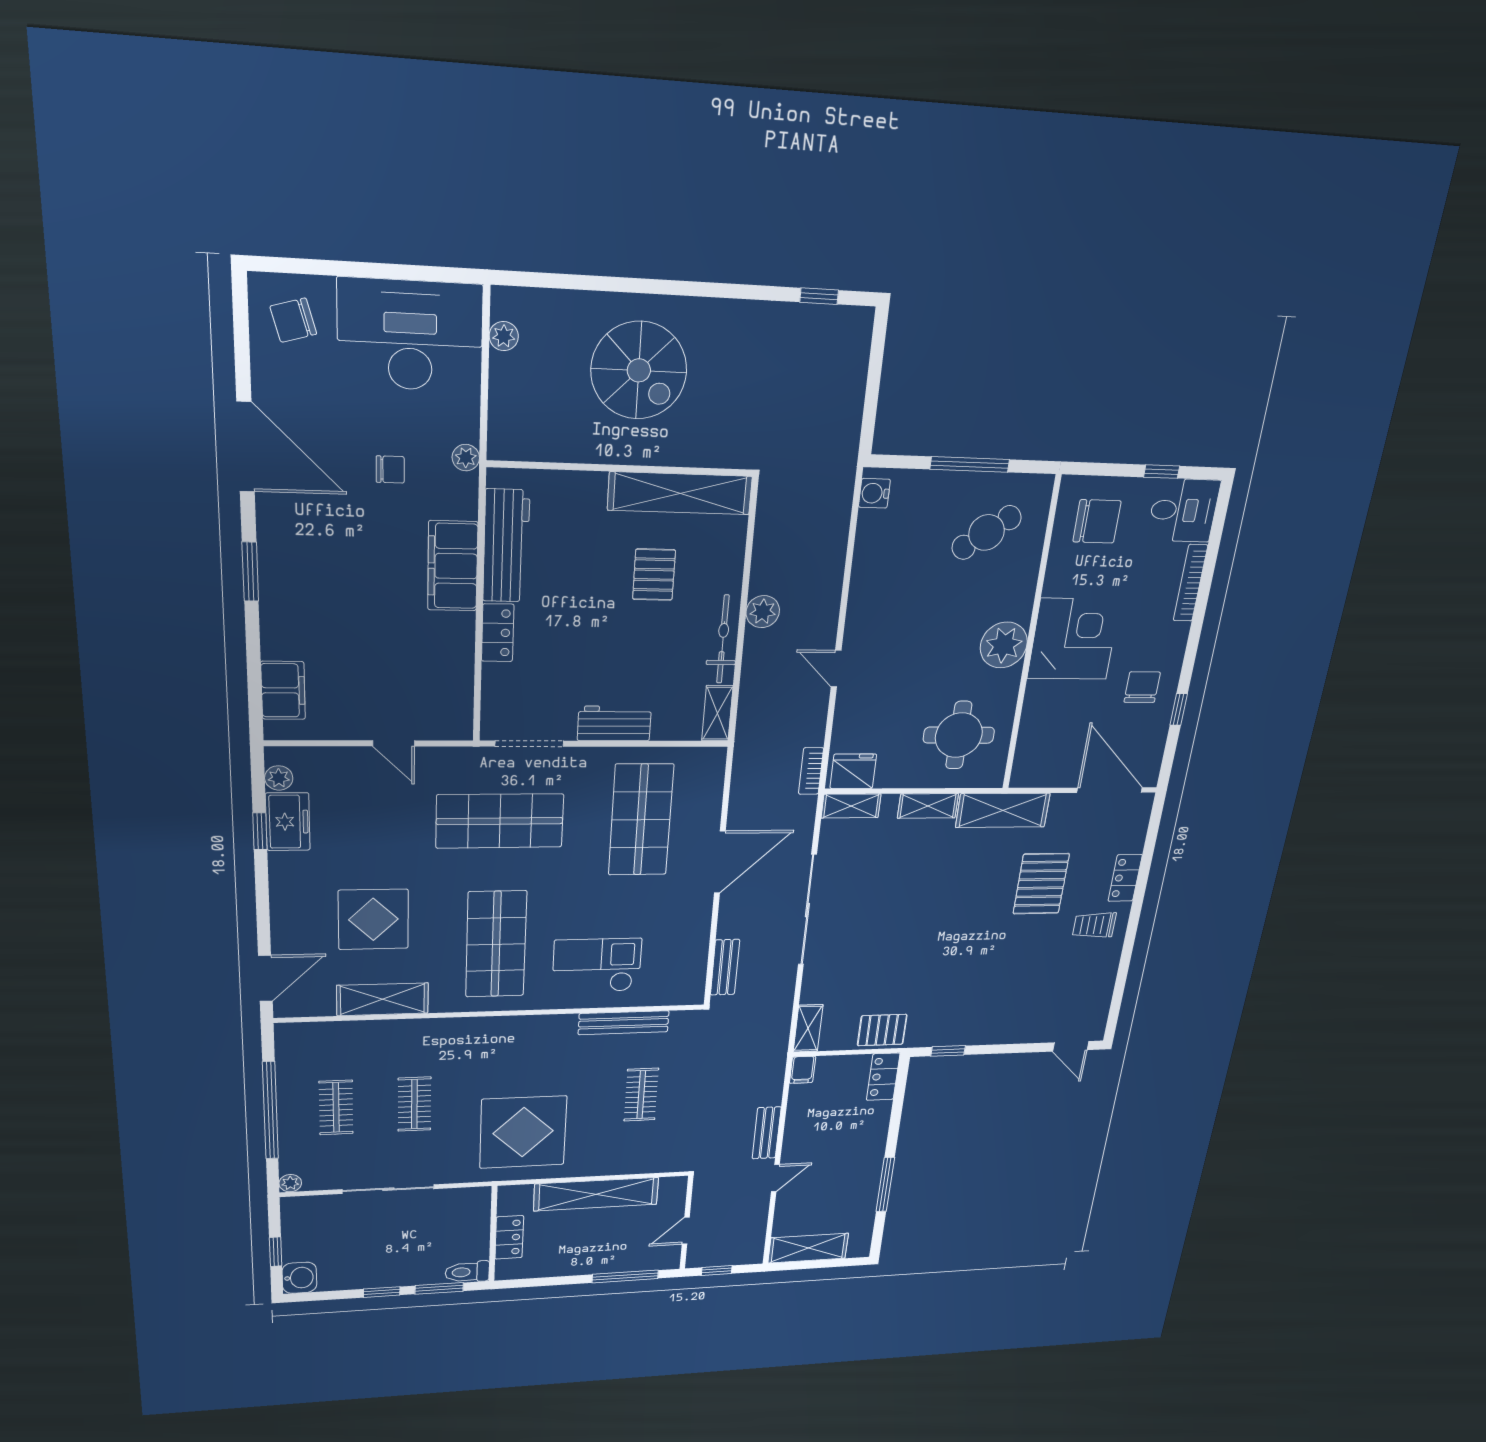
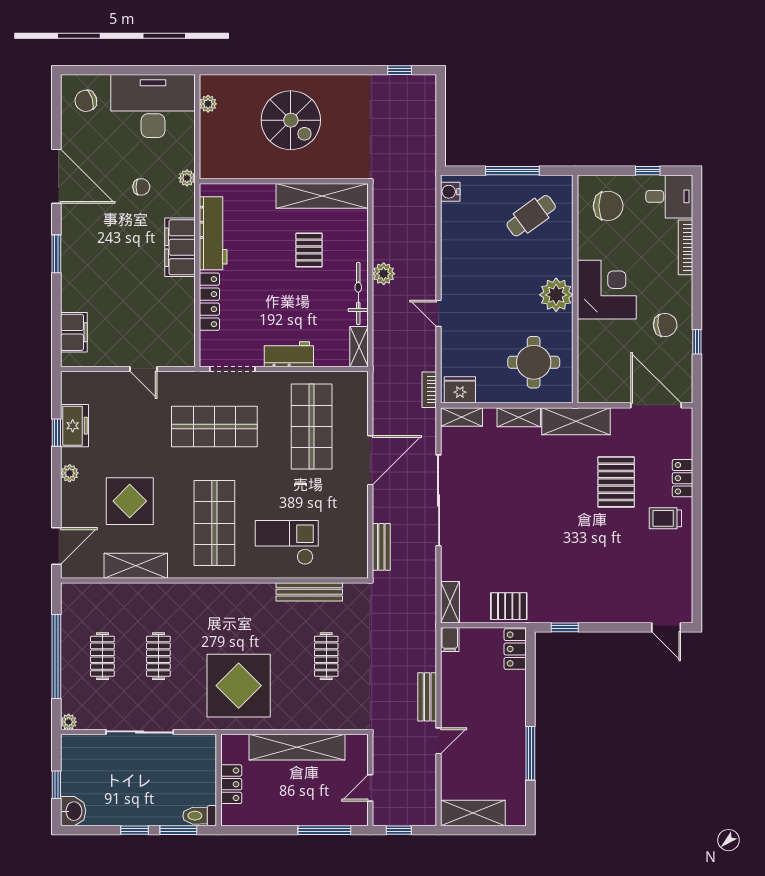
locker: (498, 633) -> (209, 302), width x1.53
chair: (1142, 687) -> (665, 325), turned 84
plant: (279, 778) -> (70, 473), moved

